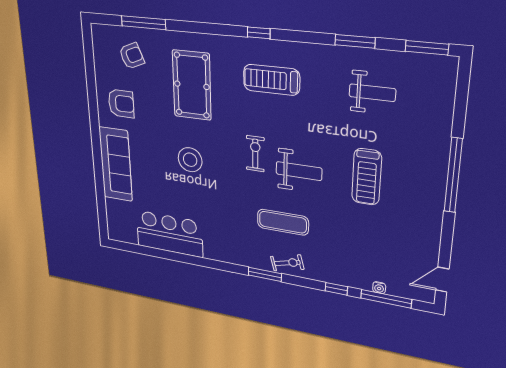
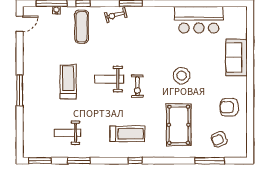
sofa: (116, 164) -> (237, 58), width x0.73
window: (453, 175) -> (20, 90), width x0.68
exercise mat: (283, 222) -> (82, 27), moved, turned 90

